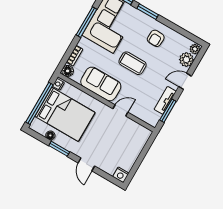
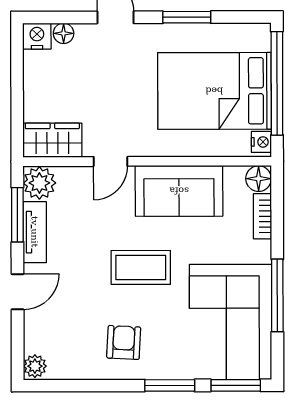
plant: (186, 60) -> (39, 183), moved
wardrobe: (138, 132) -> (52, 140), added
floor lamp: (50, 135) -> (64, 33), moved

